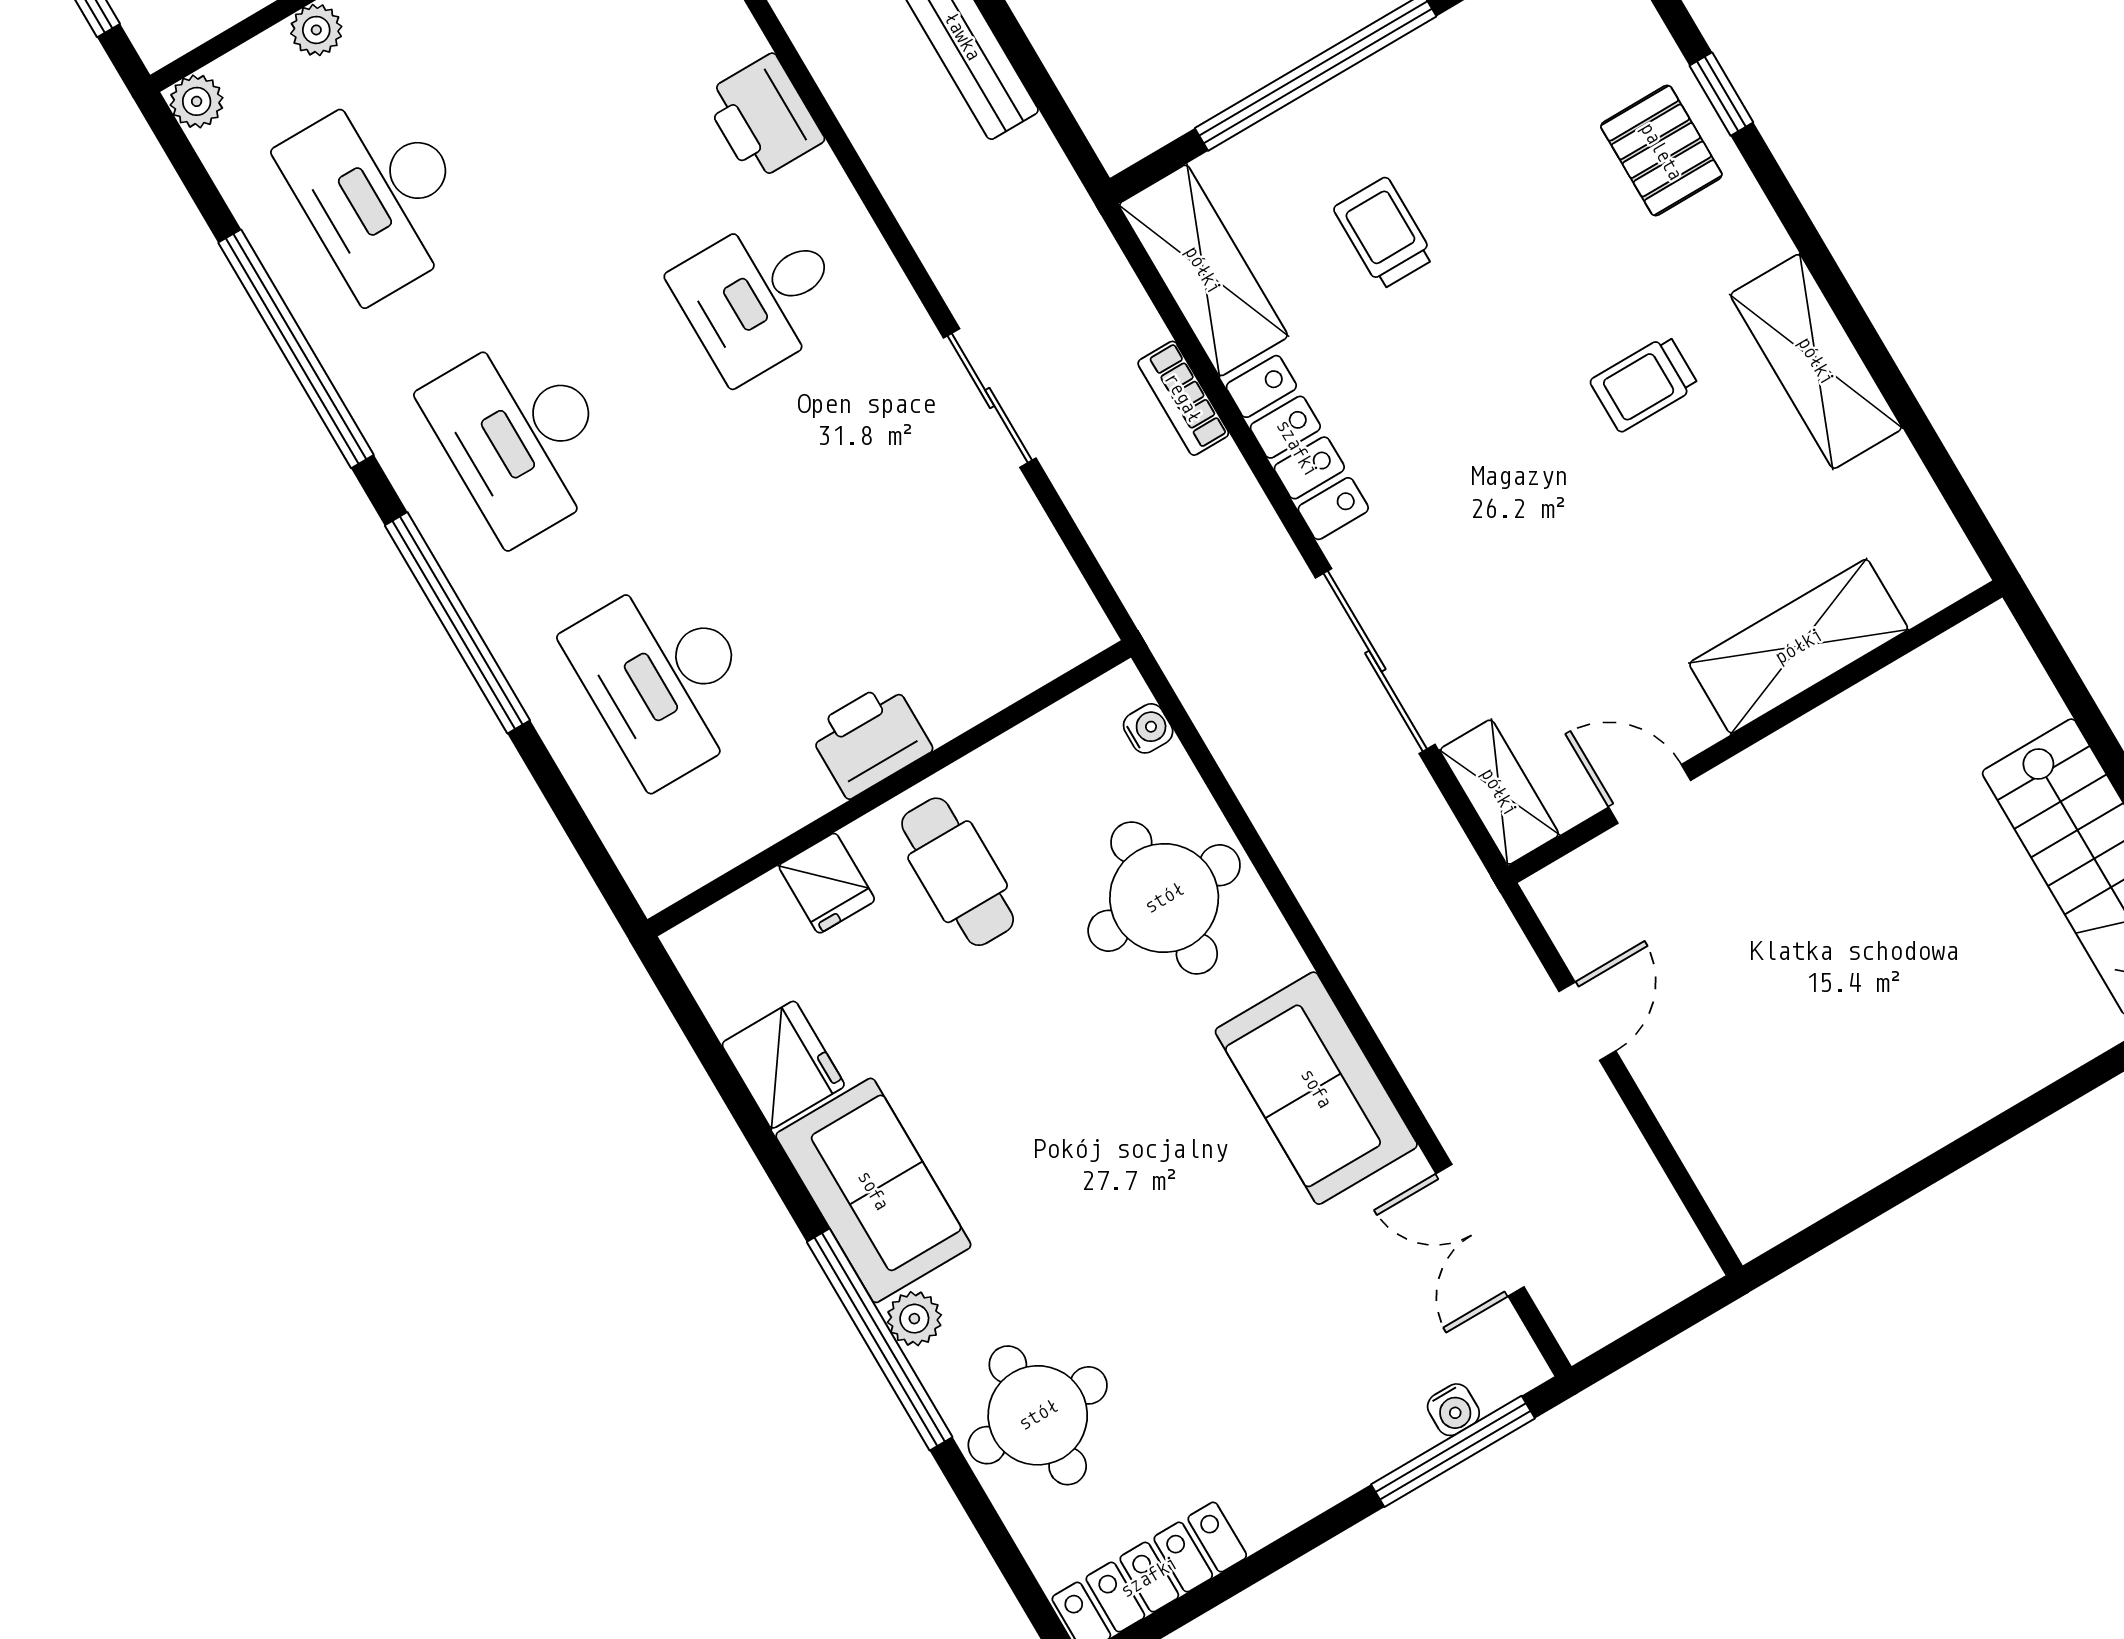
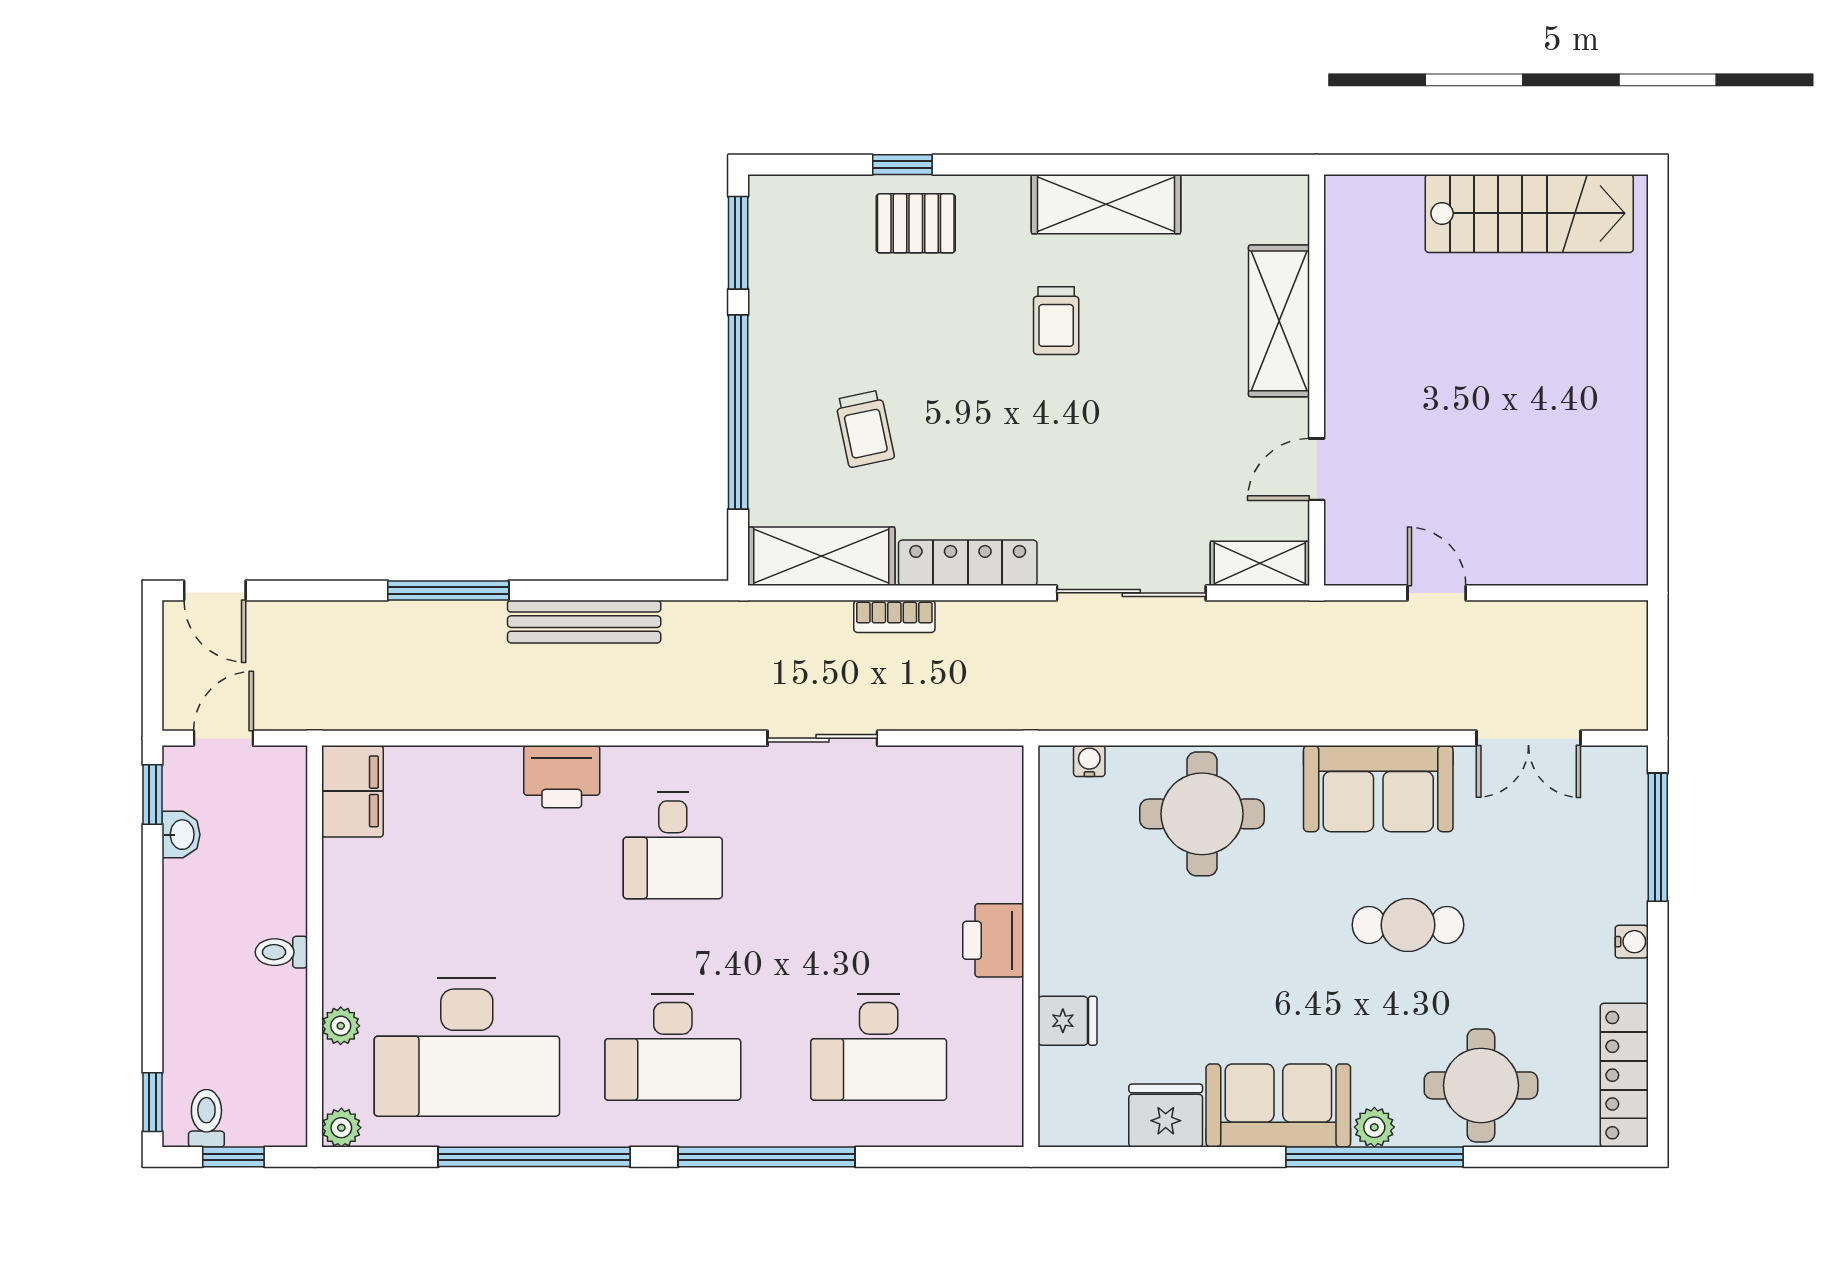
desk: (379, 193) -> (467, 1047), width x1.36, depth x1.30
trolley: (1384, 233) -> (865, 429), turned -102
cafe table: (958, 872) -> (1408, 925), moved
water cooler: (1453, 1410) -> (1632, 942), moved

